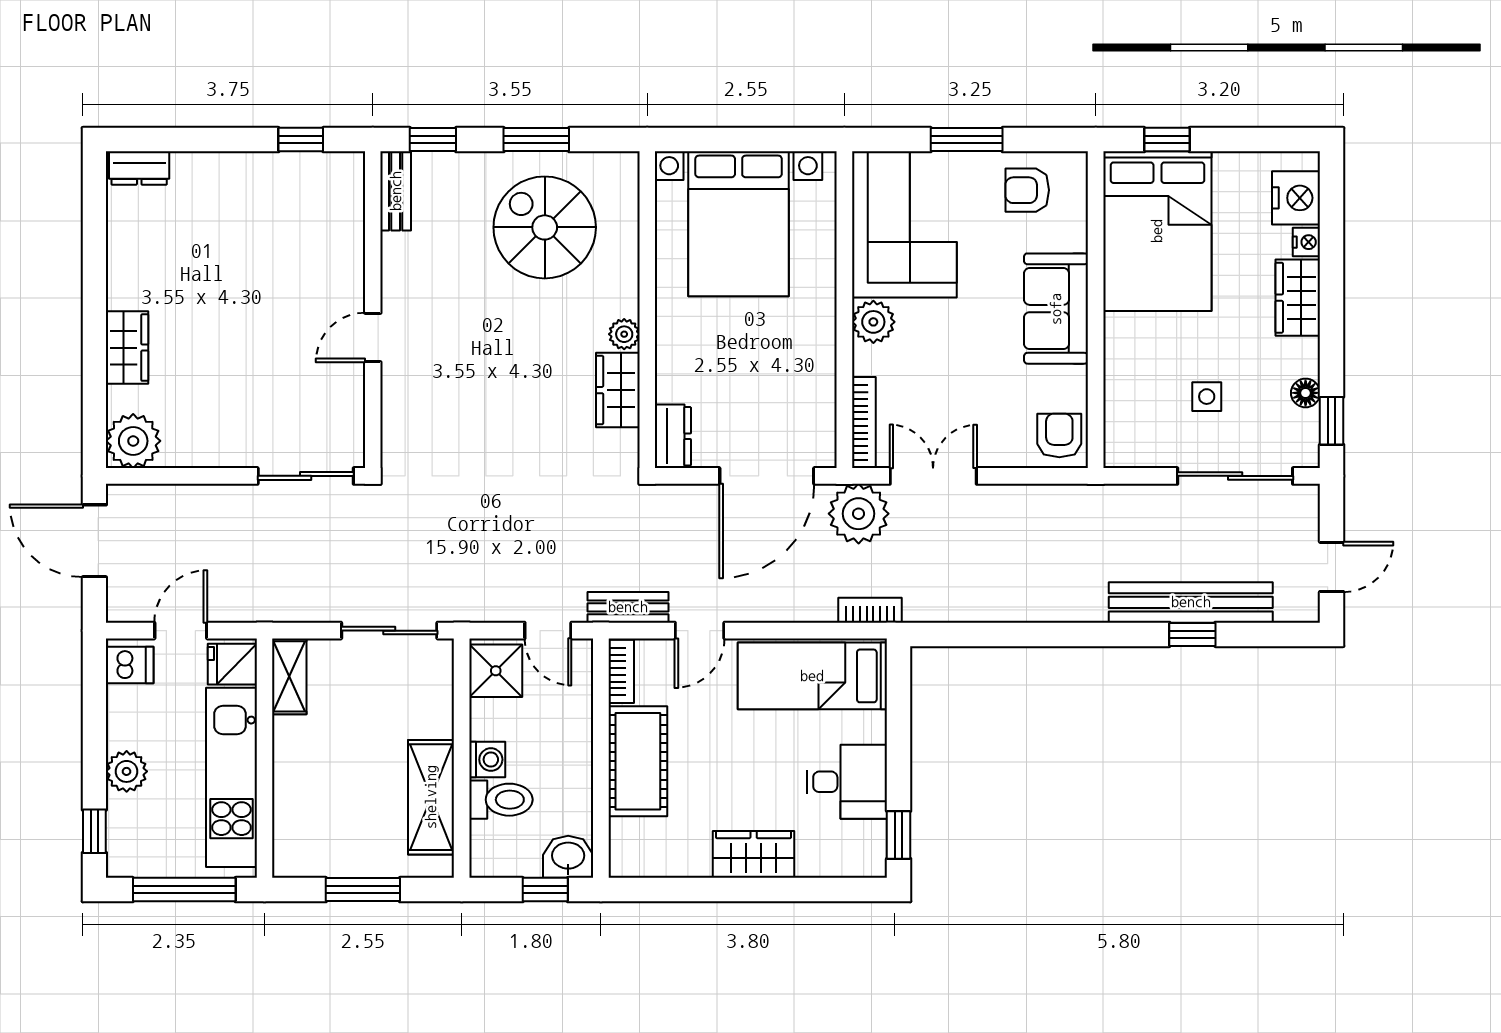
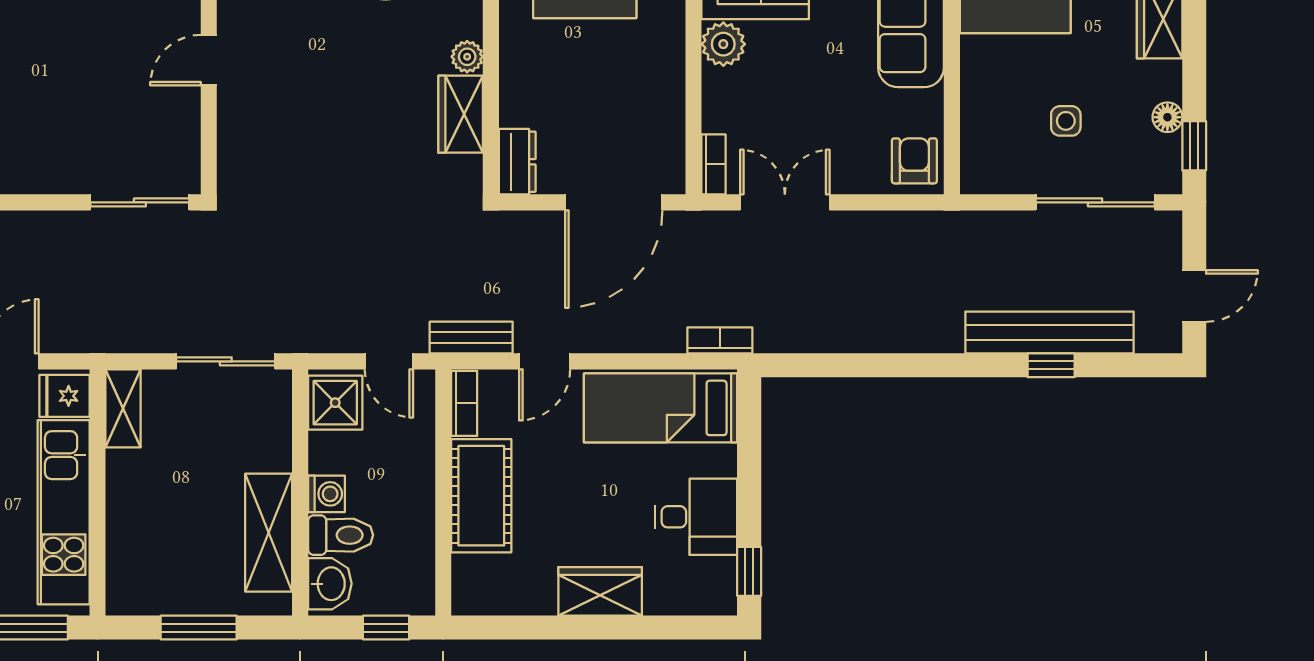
bookcase: (864, 423) -> (713, 164), width x0.64
plant: (859, 514) -> (708, 241), removed
washbasin: (568, 857) -> (330, 584), moved, turned 90

